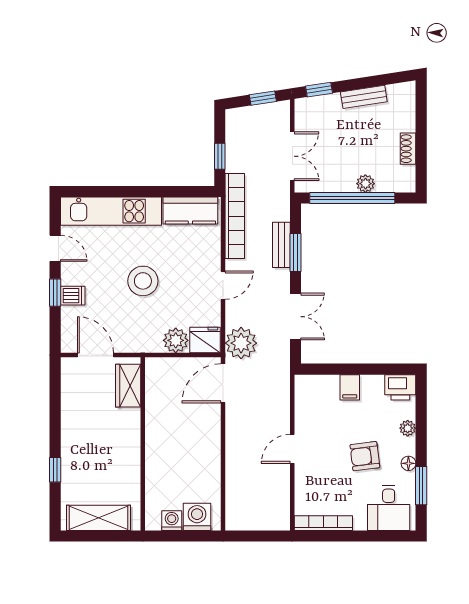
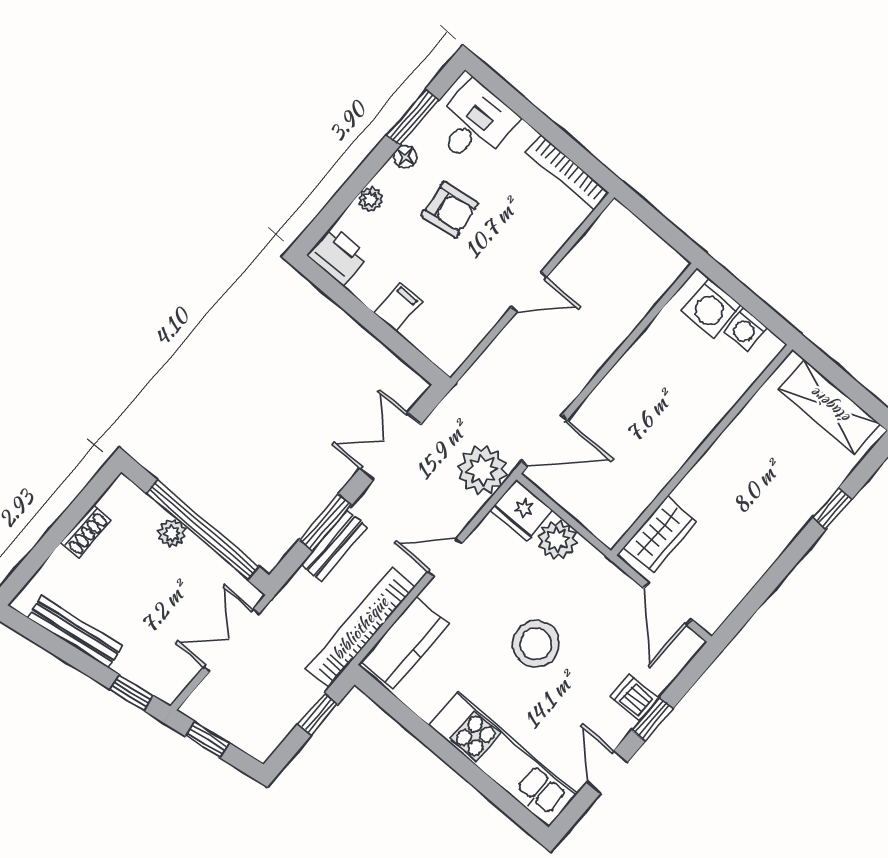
bench: (364, 97) -> (75, 632), width x1.36
kitchen counter: (190, 211) -> (404, 643), moved, turned 90

